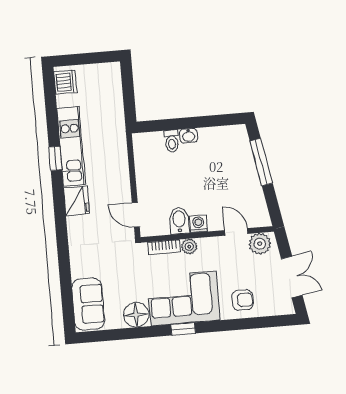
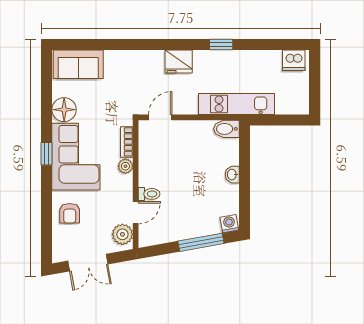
toilet: (172, 141) -> (149, 194), moved, turned 180
kitchen unit: (71, 146) -> (236, 104), moved, turned 180
bidet: (179, 221) -> (226, 129), moved, turned 180
washing machine: (198, 224) -> (229, 224), moved, turned -100

